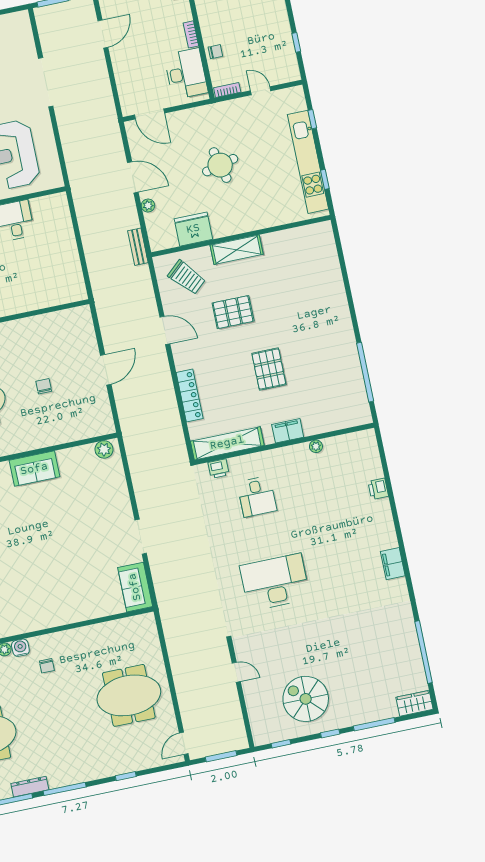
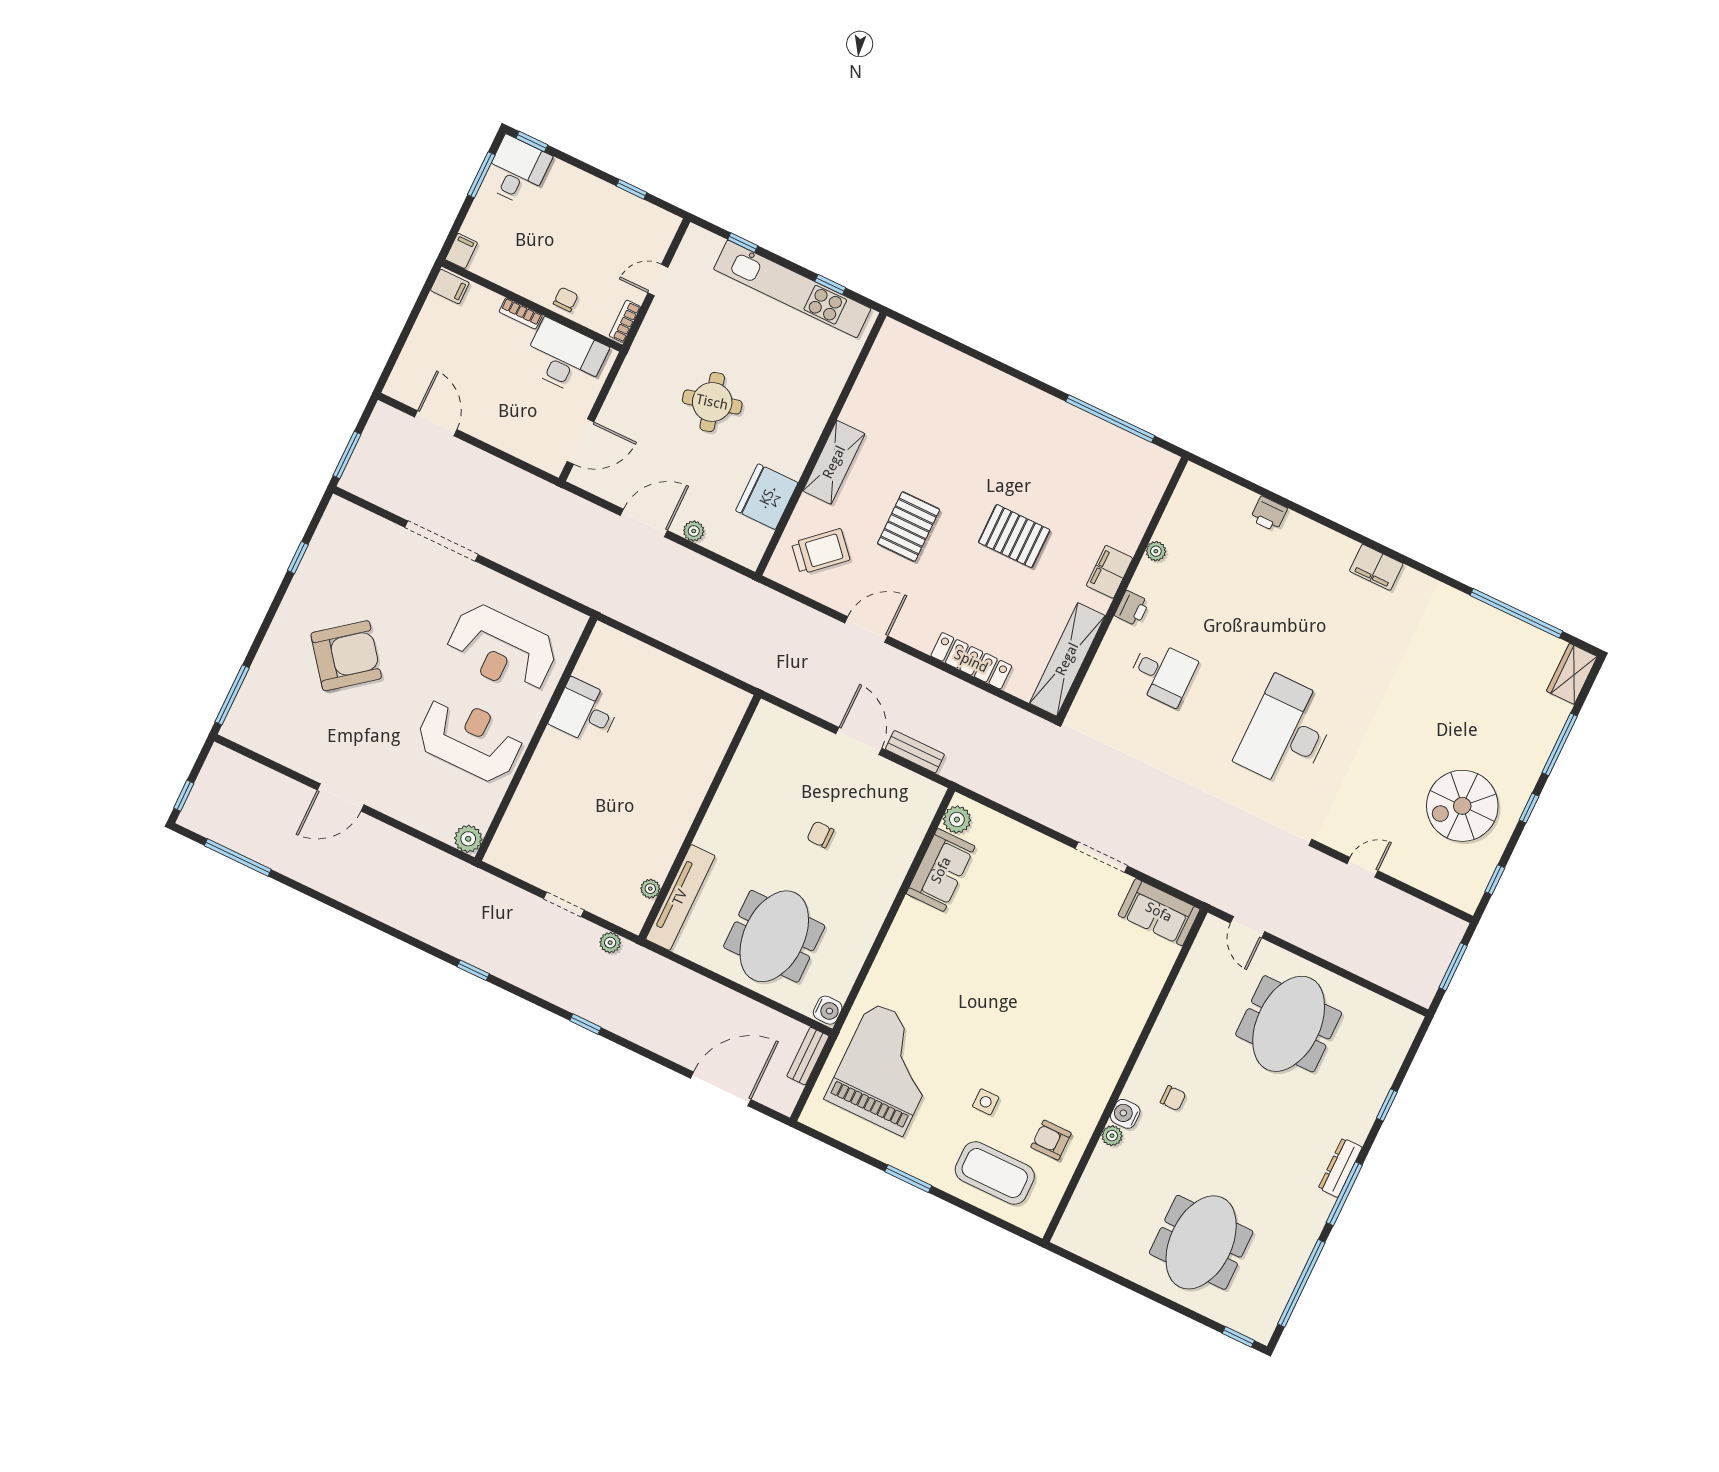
bench: (138, 247) -> (915, 752), moved
sofa: (34, 469) -> (941, 870), moved
printer: (219, 469) -> (1132, 608), moved
door: (184, 743) -> (1248, 927), moved
dresser: (30, 787) -> (1340, 1168), moved

